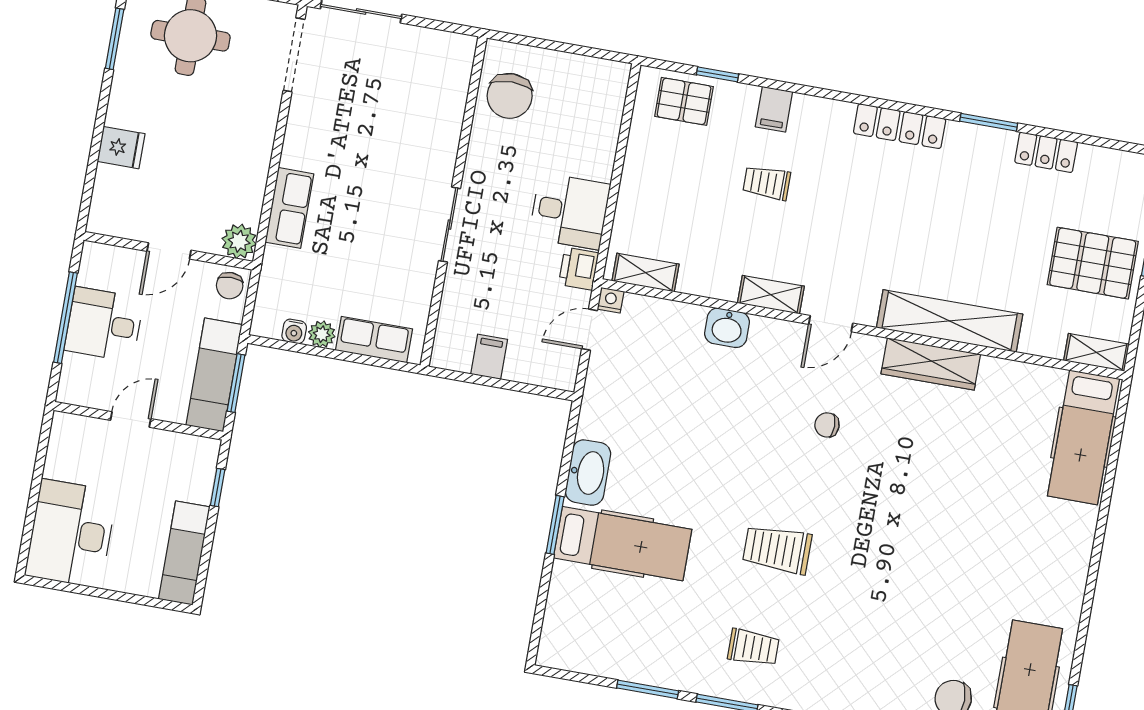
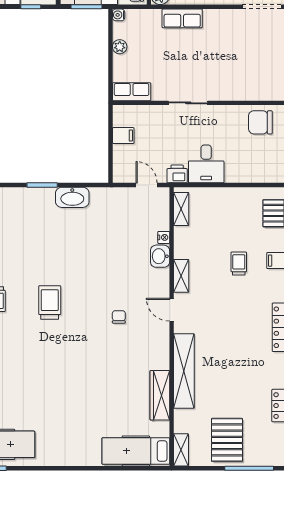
nightstand: (611, 300) -> (164, 237), moved
water cooler: (294, 331) -> (119, 15), moved
row of seats: (374, 340) -> (132, 92), moved, turned -90
wardrobe: (931, 364) -> (160, 395), moved
hospital bed: (623, 544) -> (39, 222), removed

